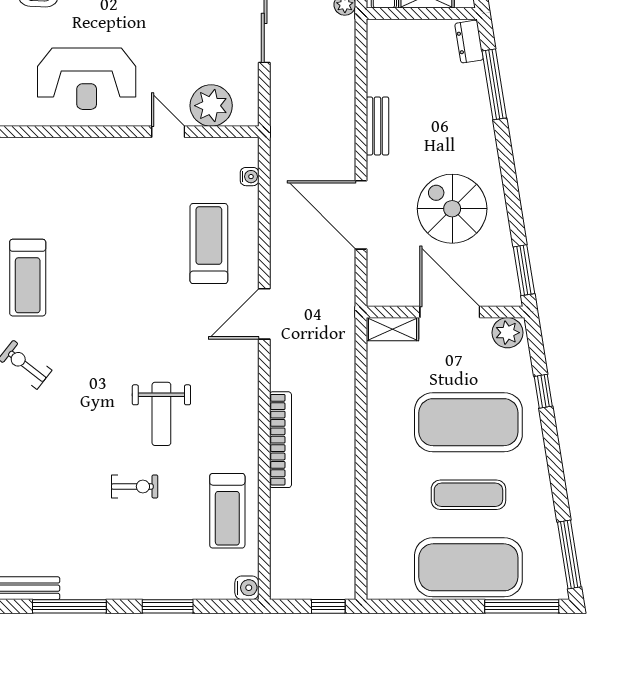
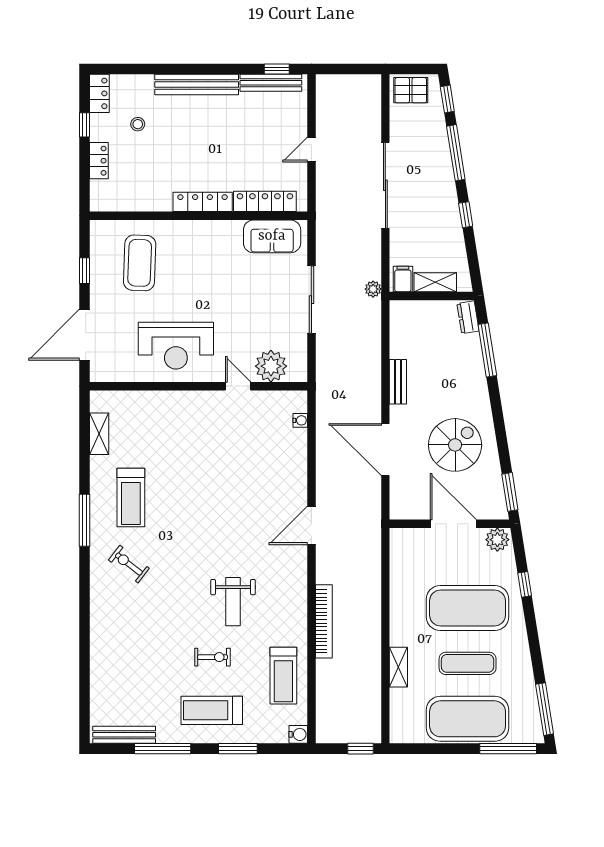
spiral stairs: (452, 209) -> (455, 445), turned 90
treadmill: (209, 244) -> (212, 710), moved, turned -90
shelving: (392, 329) -> (398, 667), moved, turned 90

